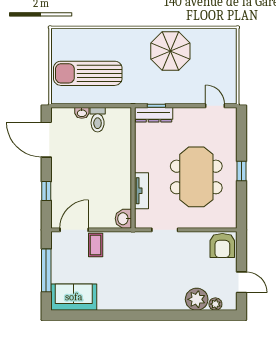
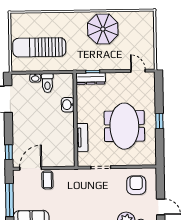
window: (46, 191) -> (9, 152), moved
washbasin: (123, 219) -> (68, 105), moved
armchair: (222, 246) -> (136, 185), moved, turned 180

